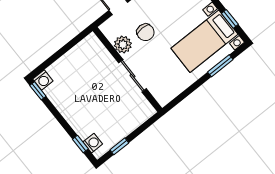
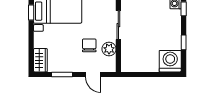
washing machine: (43, 80) -> (170, 61), width x1.89, depth x1.89
window: (38, 91) -> (184, 42), moved

